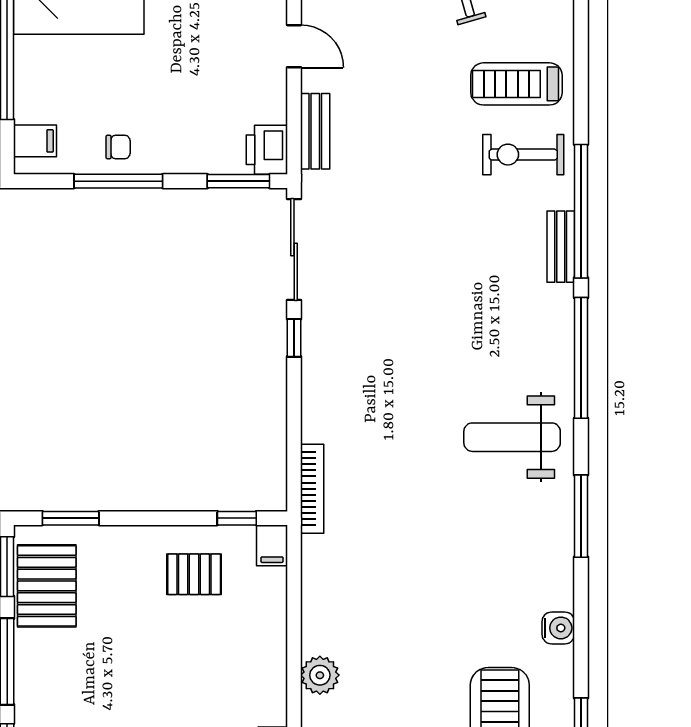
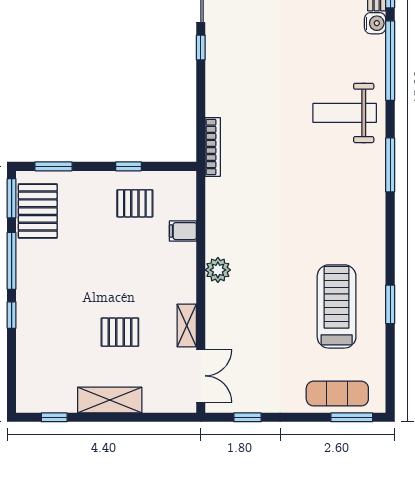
window: (237, 518) -> (129, 166), moved
filing cabinet: (272, 545) -> (183, 231), moved, turned 90
water cooler: (558, 628) -> (375, 23), moved

